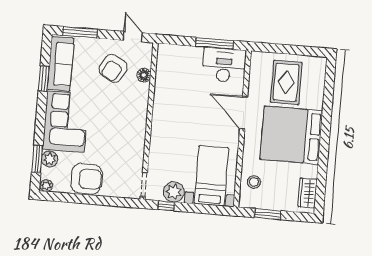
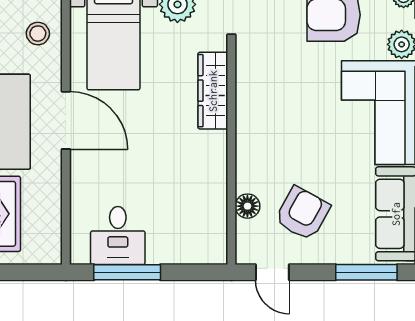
desk: (224, 65) -> (118, 236), width x0.73
door: (244, 113) -> (66, 120), moved
wardrobe: (158, 142) -> (213, 91), added

